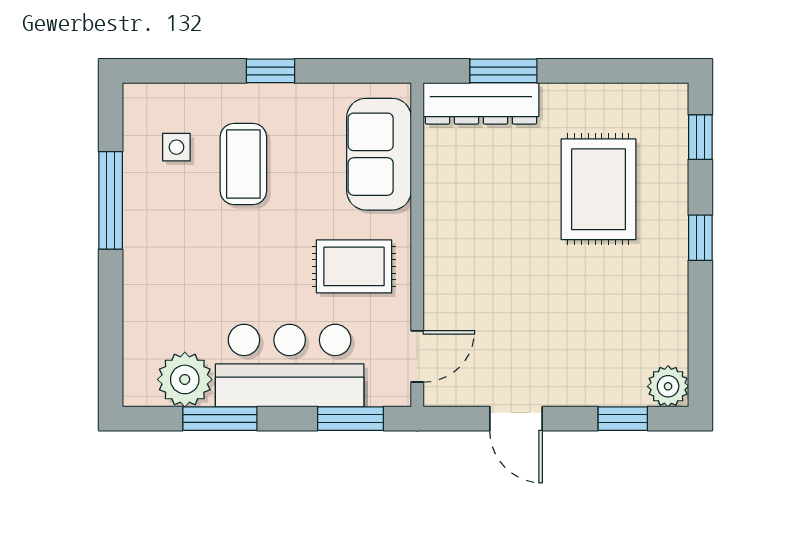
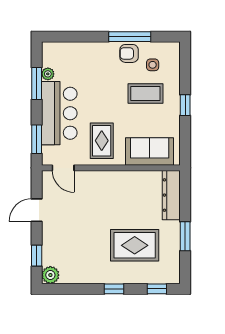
window: (503, 71) -> (185, 236), moved
armchair: (150, 202) -> (129, 53), added
plant: (185, 379) -> (48, 74), width x0.53, depth x0.53

